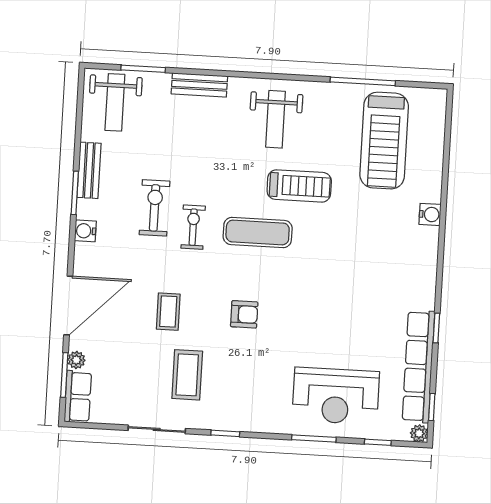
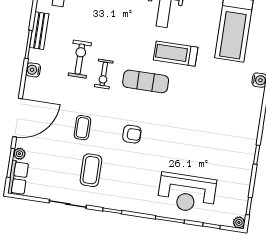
treadmill: (299, 186) -> (176, 54), turned 180
exercise bike: (193, 227) -> (104, 74), turned 180
row of seats: (418, 367) -> (243, 179), removed

